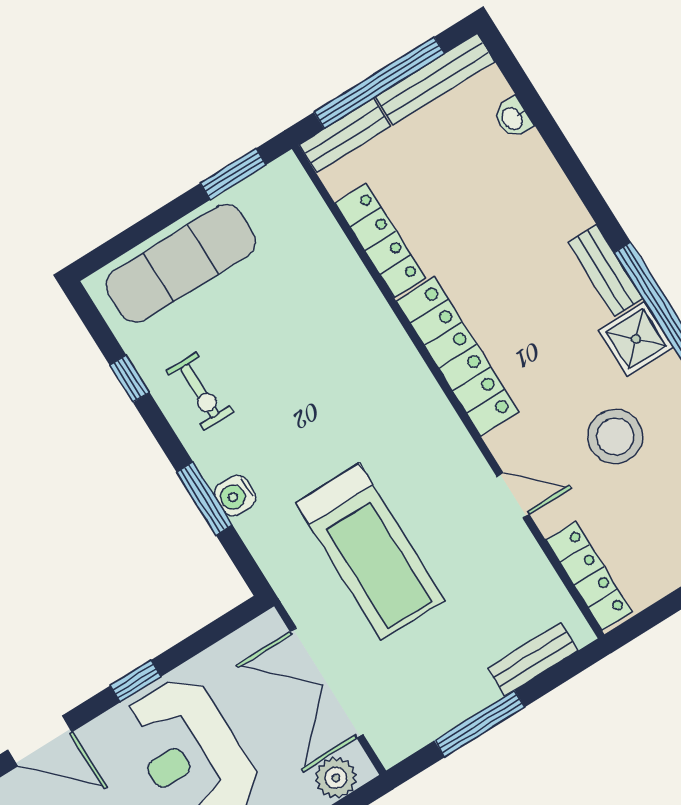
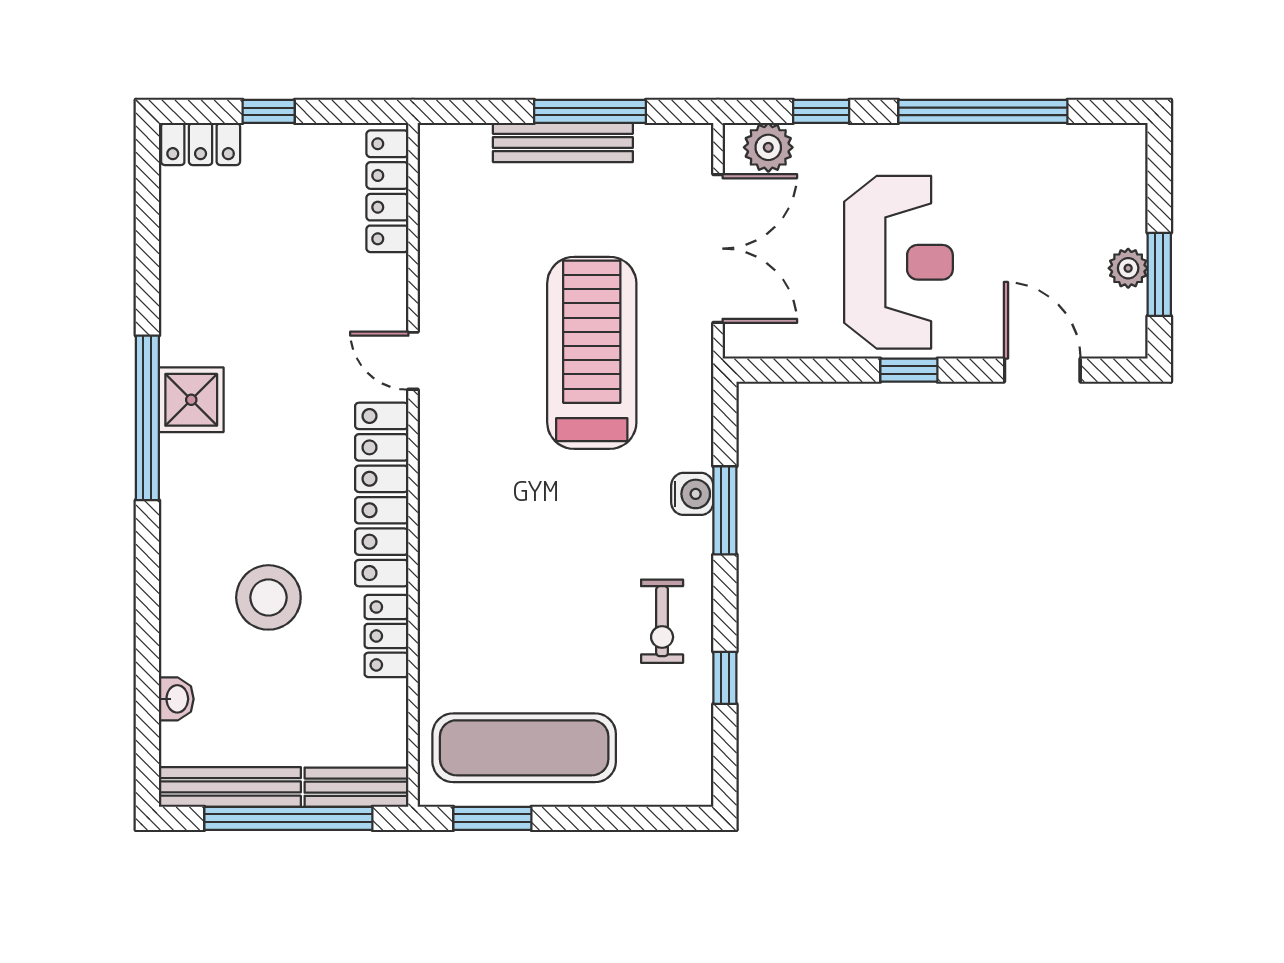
locker: (380, 241) -> (386, 636), width x0.66
exercise mat: (181, 263) -> (524, 748), moved
bench: (606, 270) -> (179, 488), removed
exercise bike: (200, 391) -> (662, 621), turned 180
stool: (615, 436) -> (268, 597), moved
door: (513, 495) -> (413, 361), moved
bench: (533, 659) -> (563, 142), moved, width x1.36

